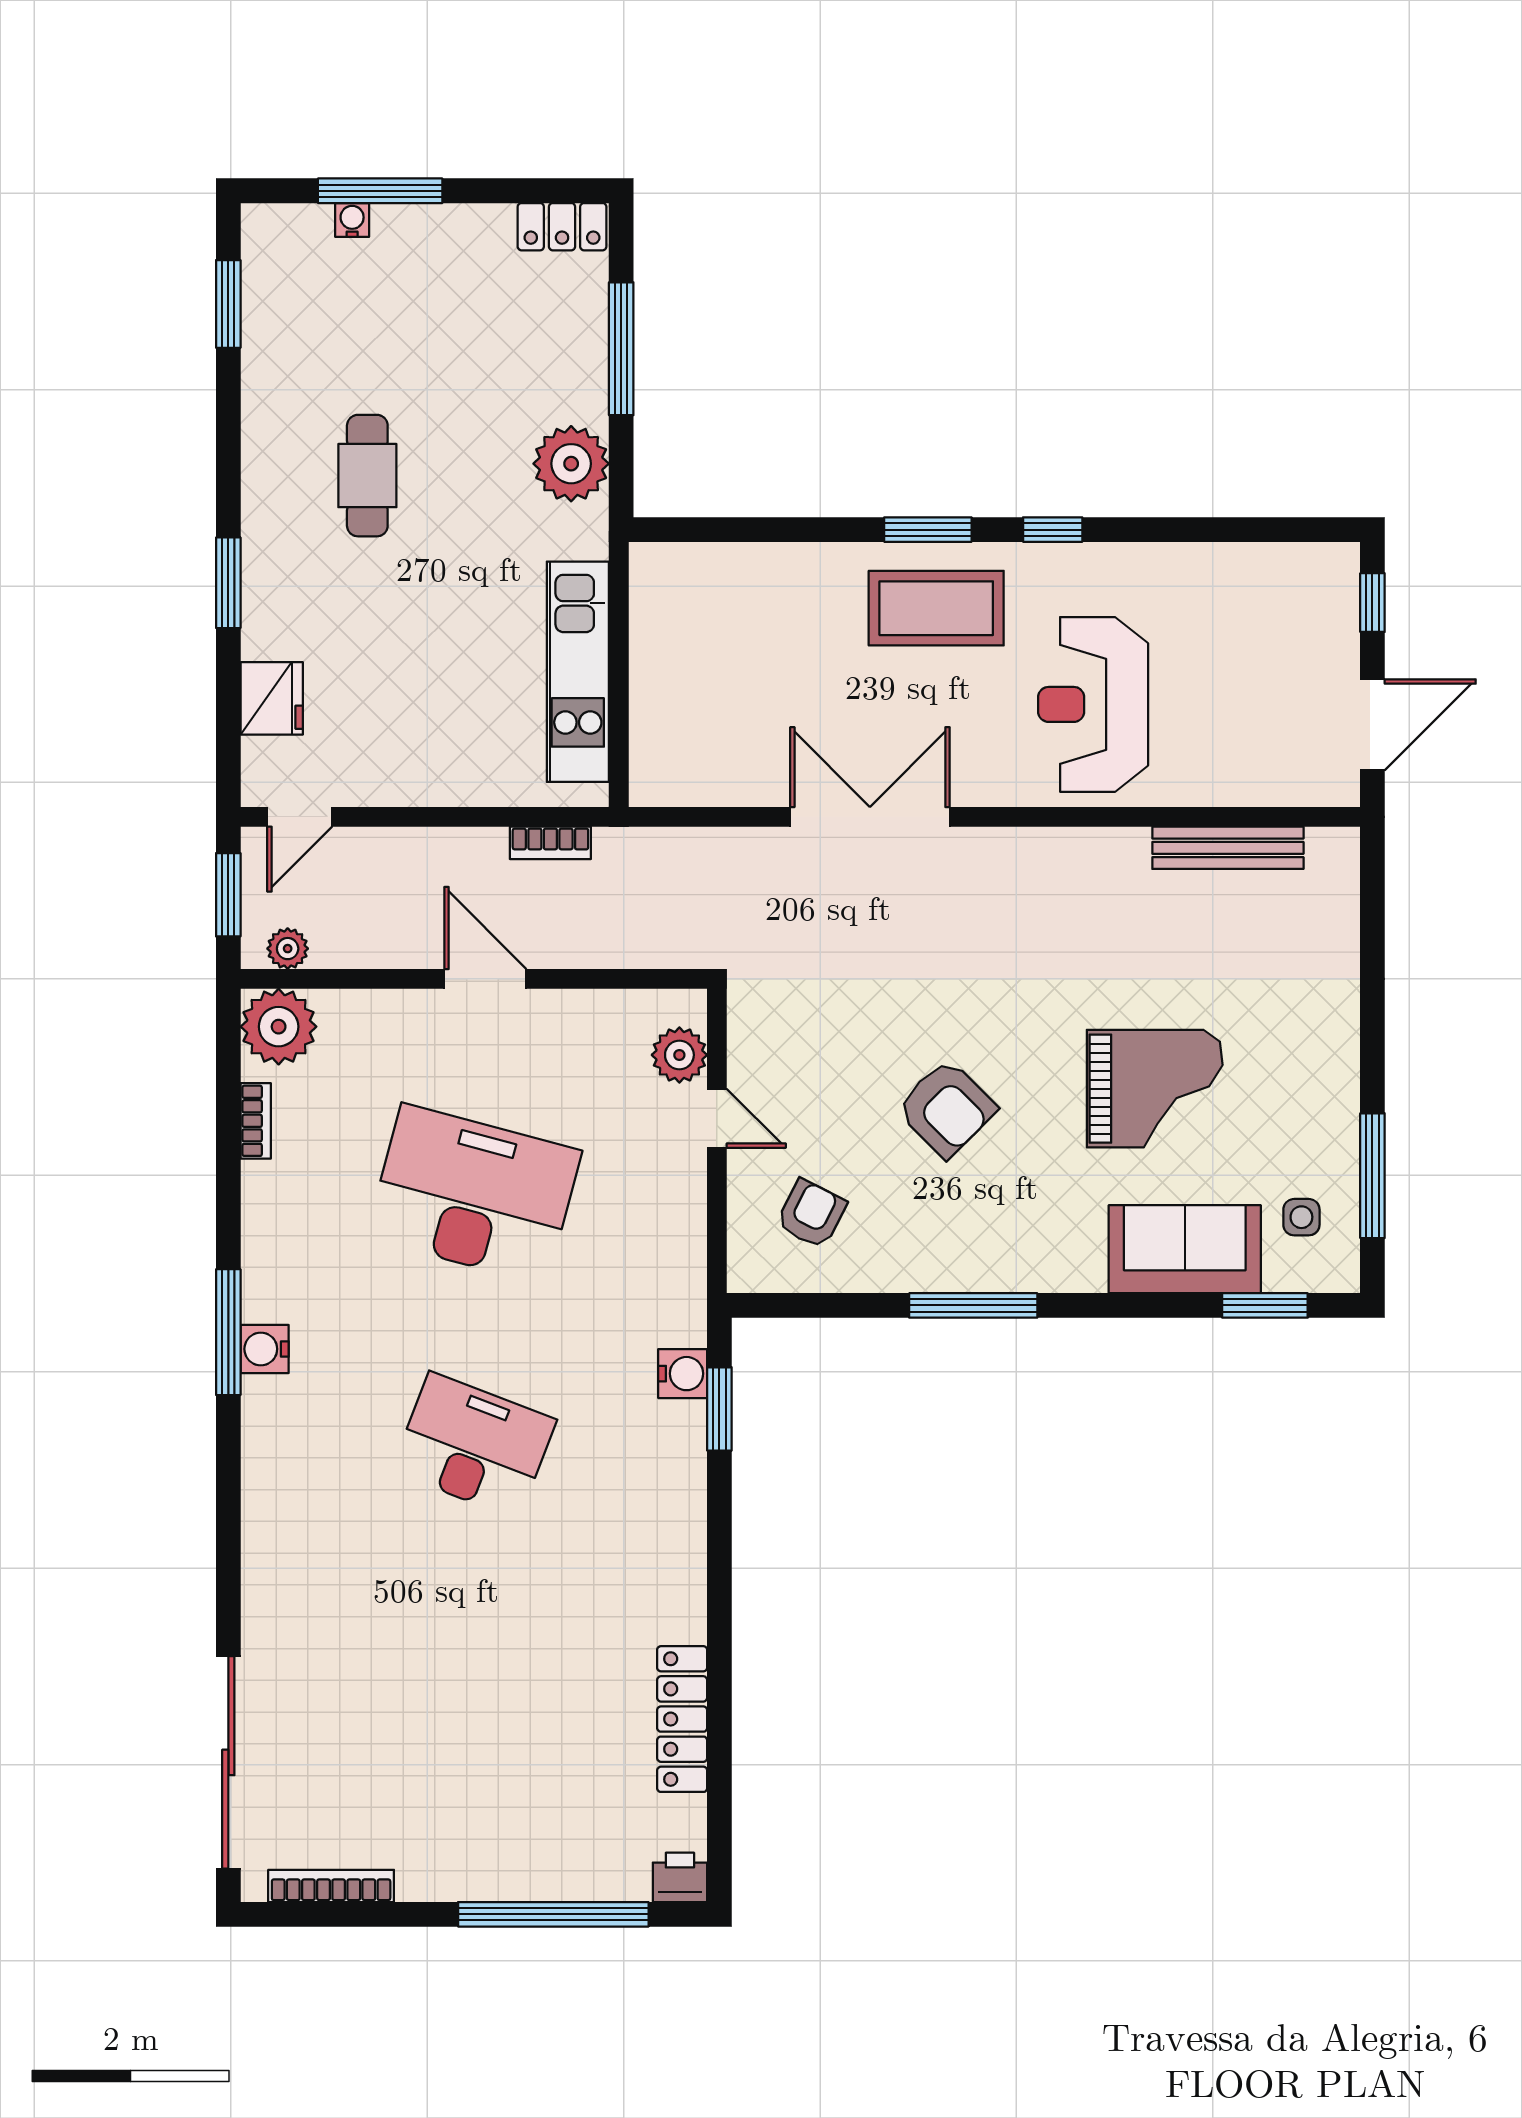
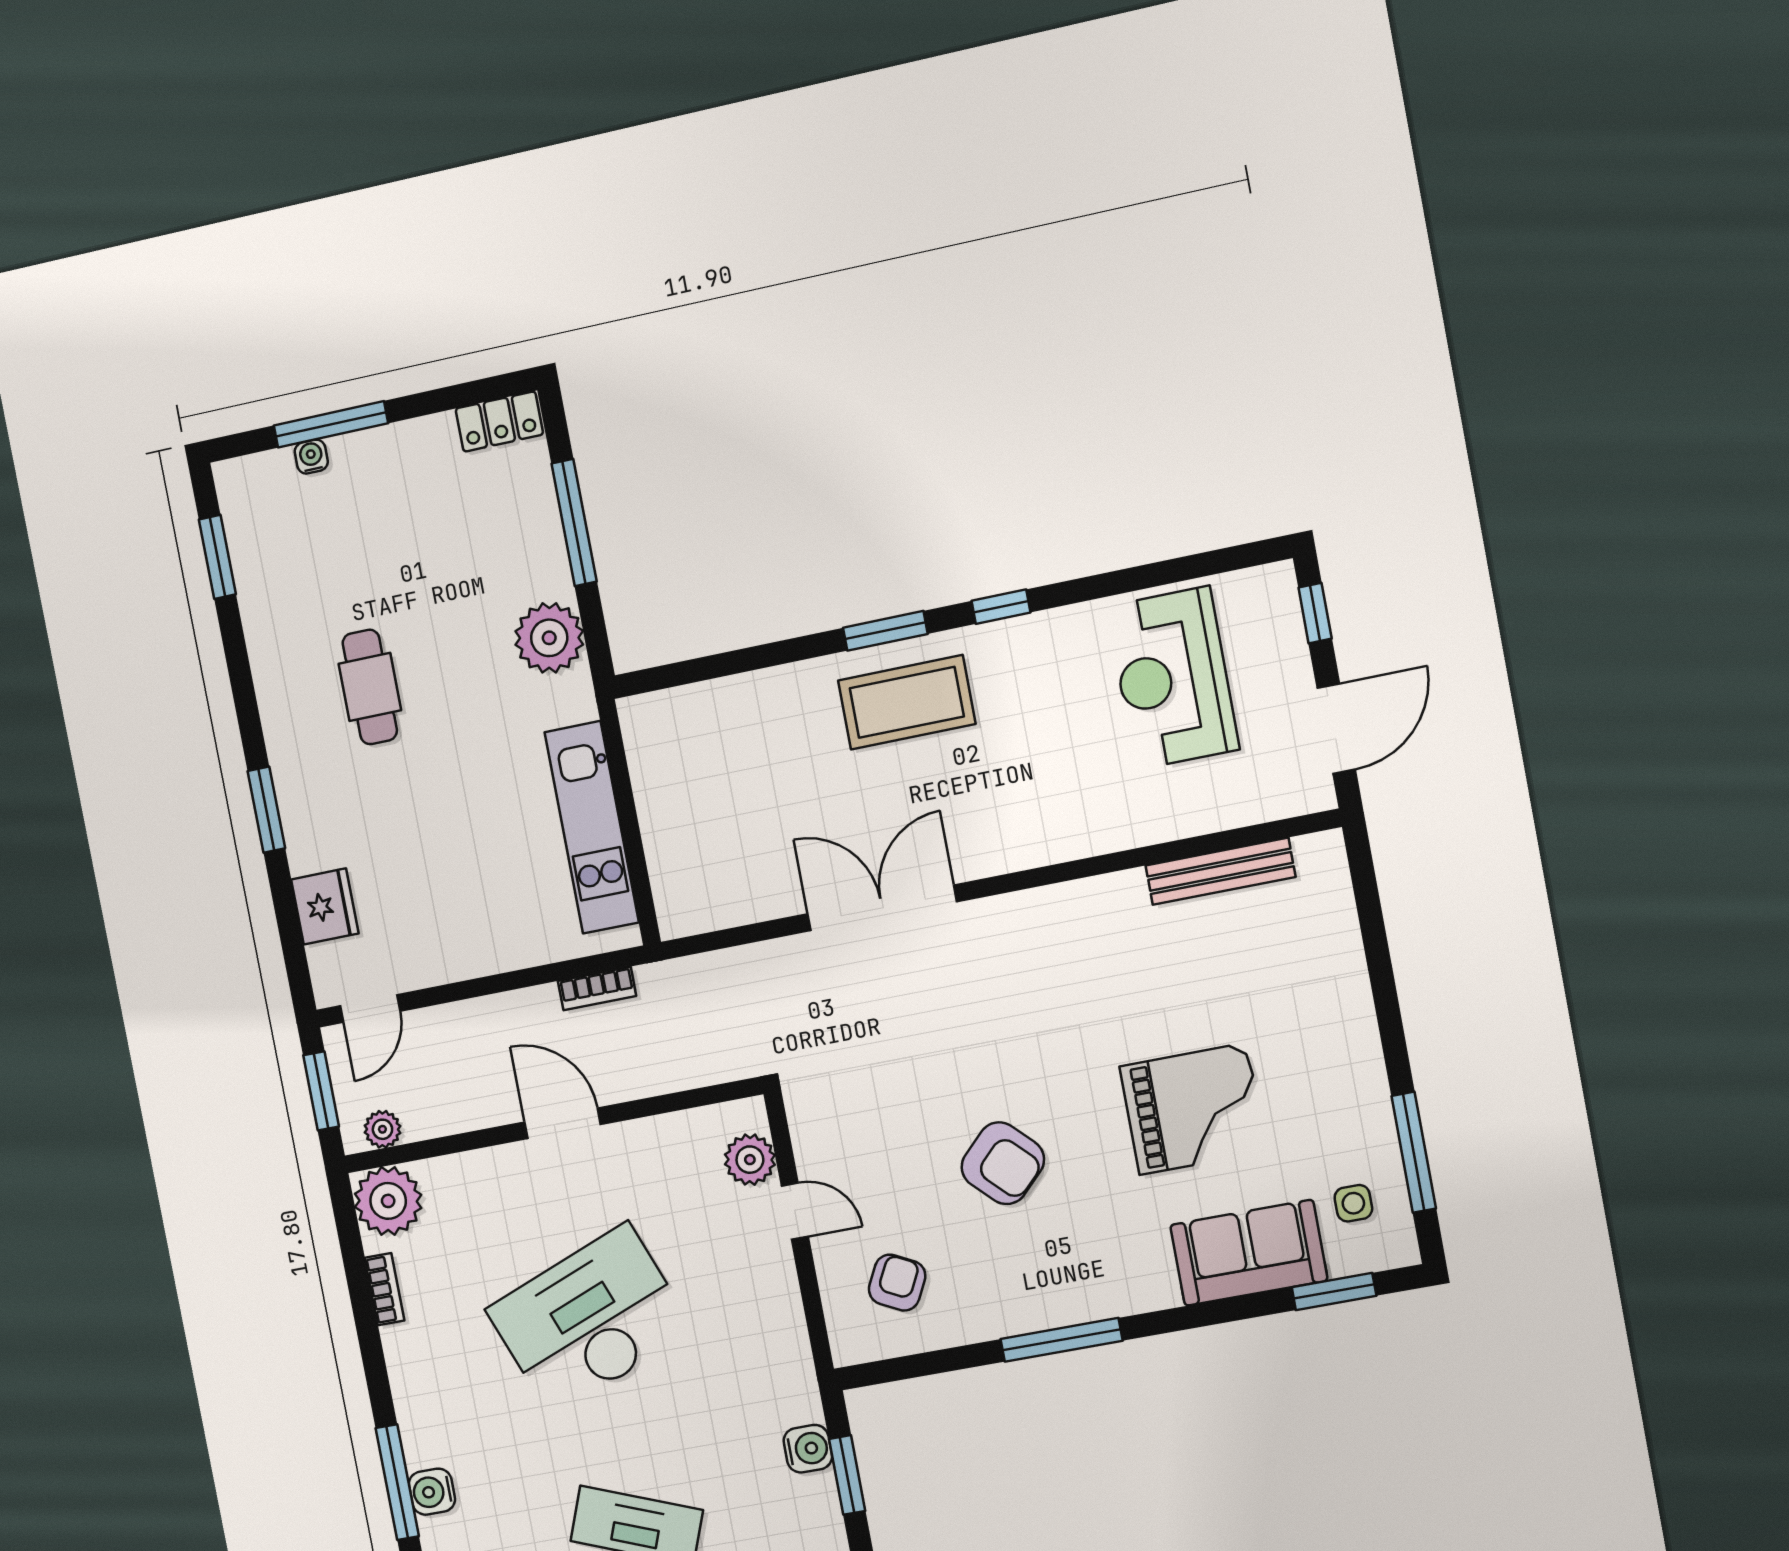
reception desk: (1093, 704) -> (1173, 678), moved
desk: (474, 1194) -> (590, 1320), turned -36

